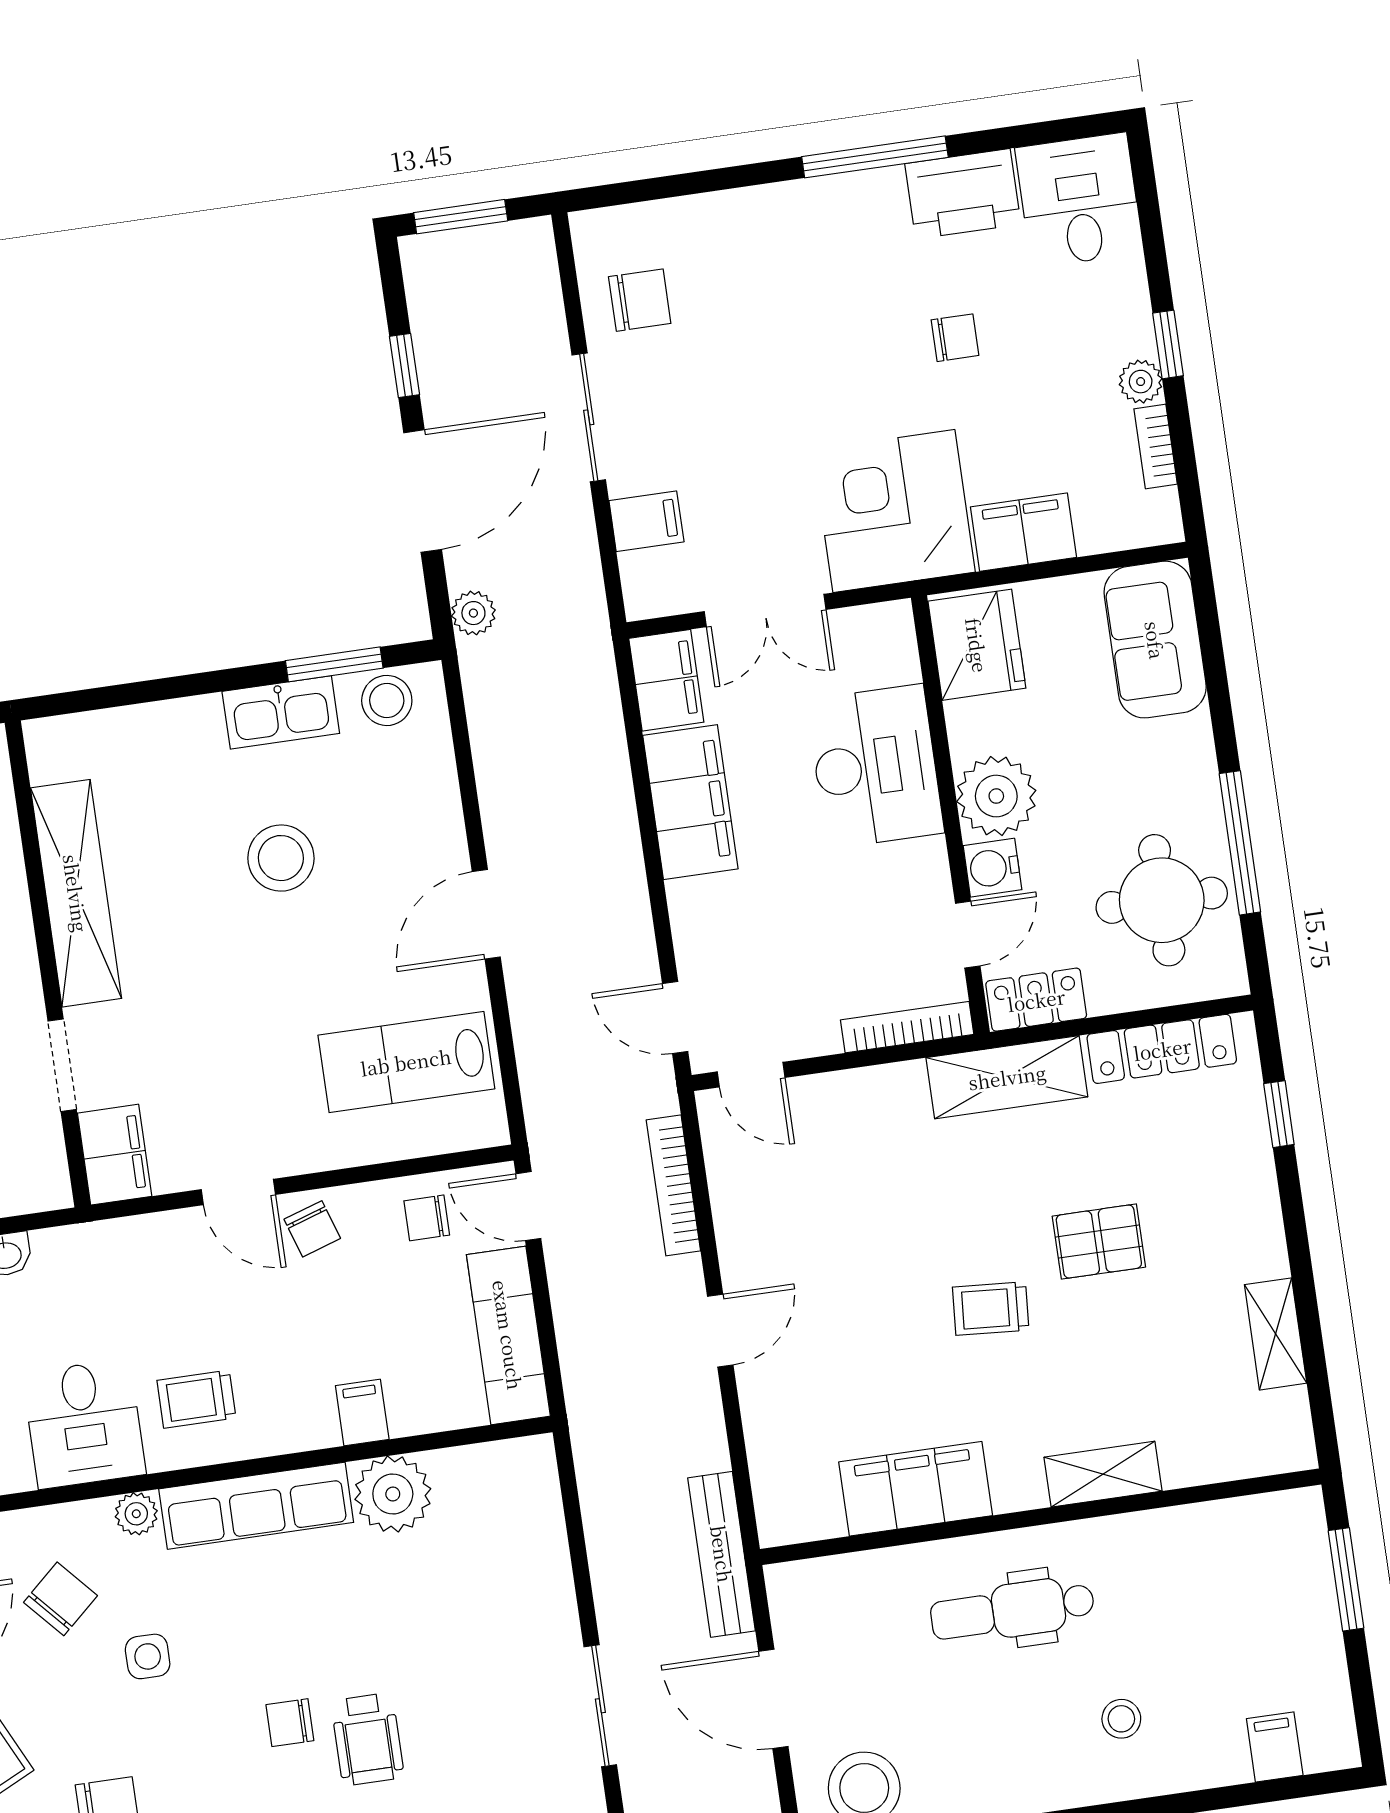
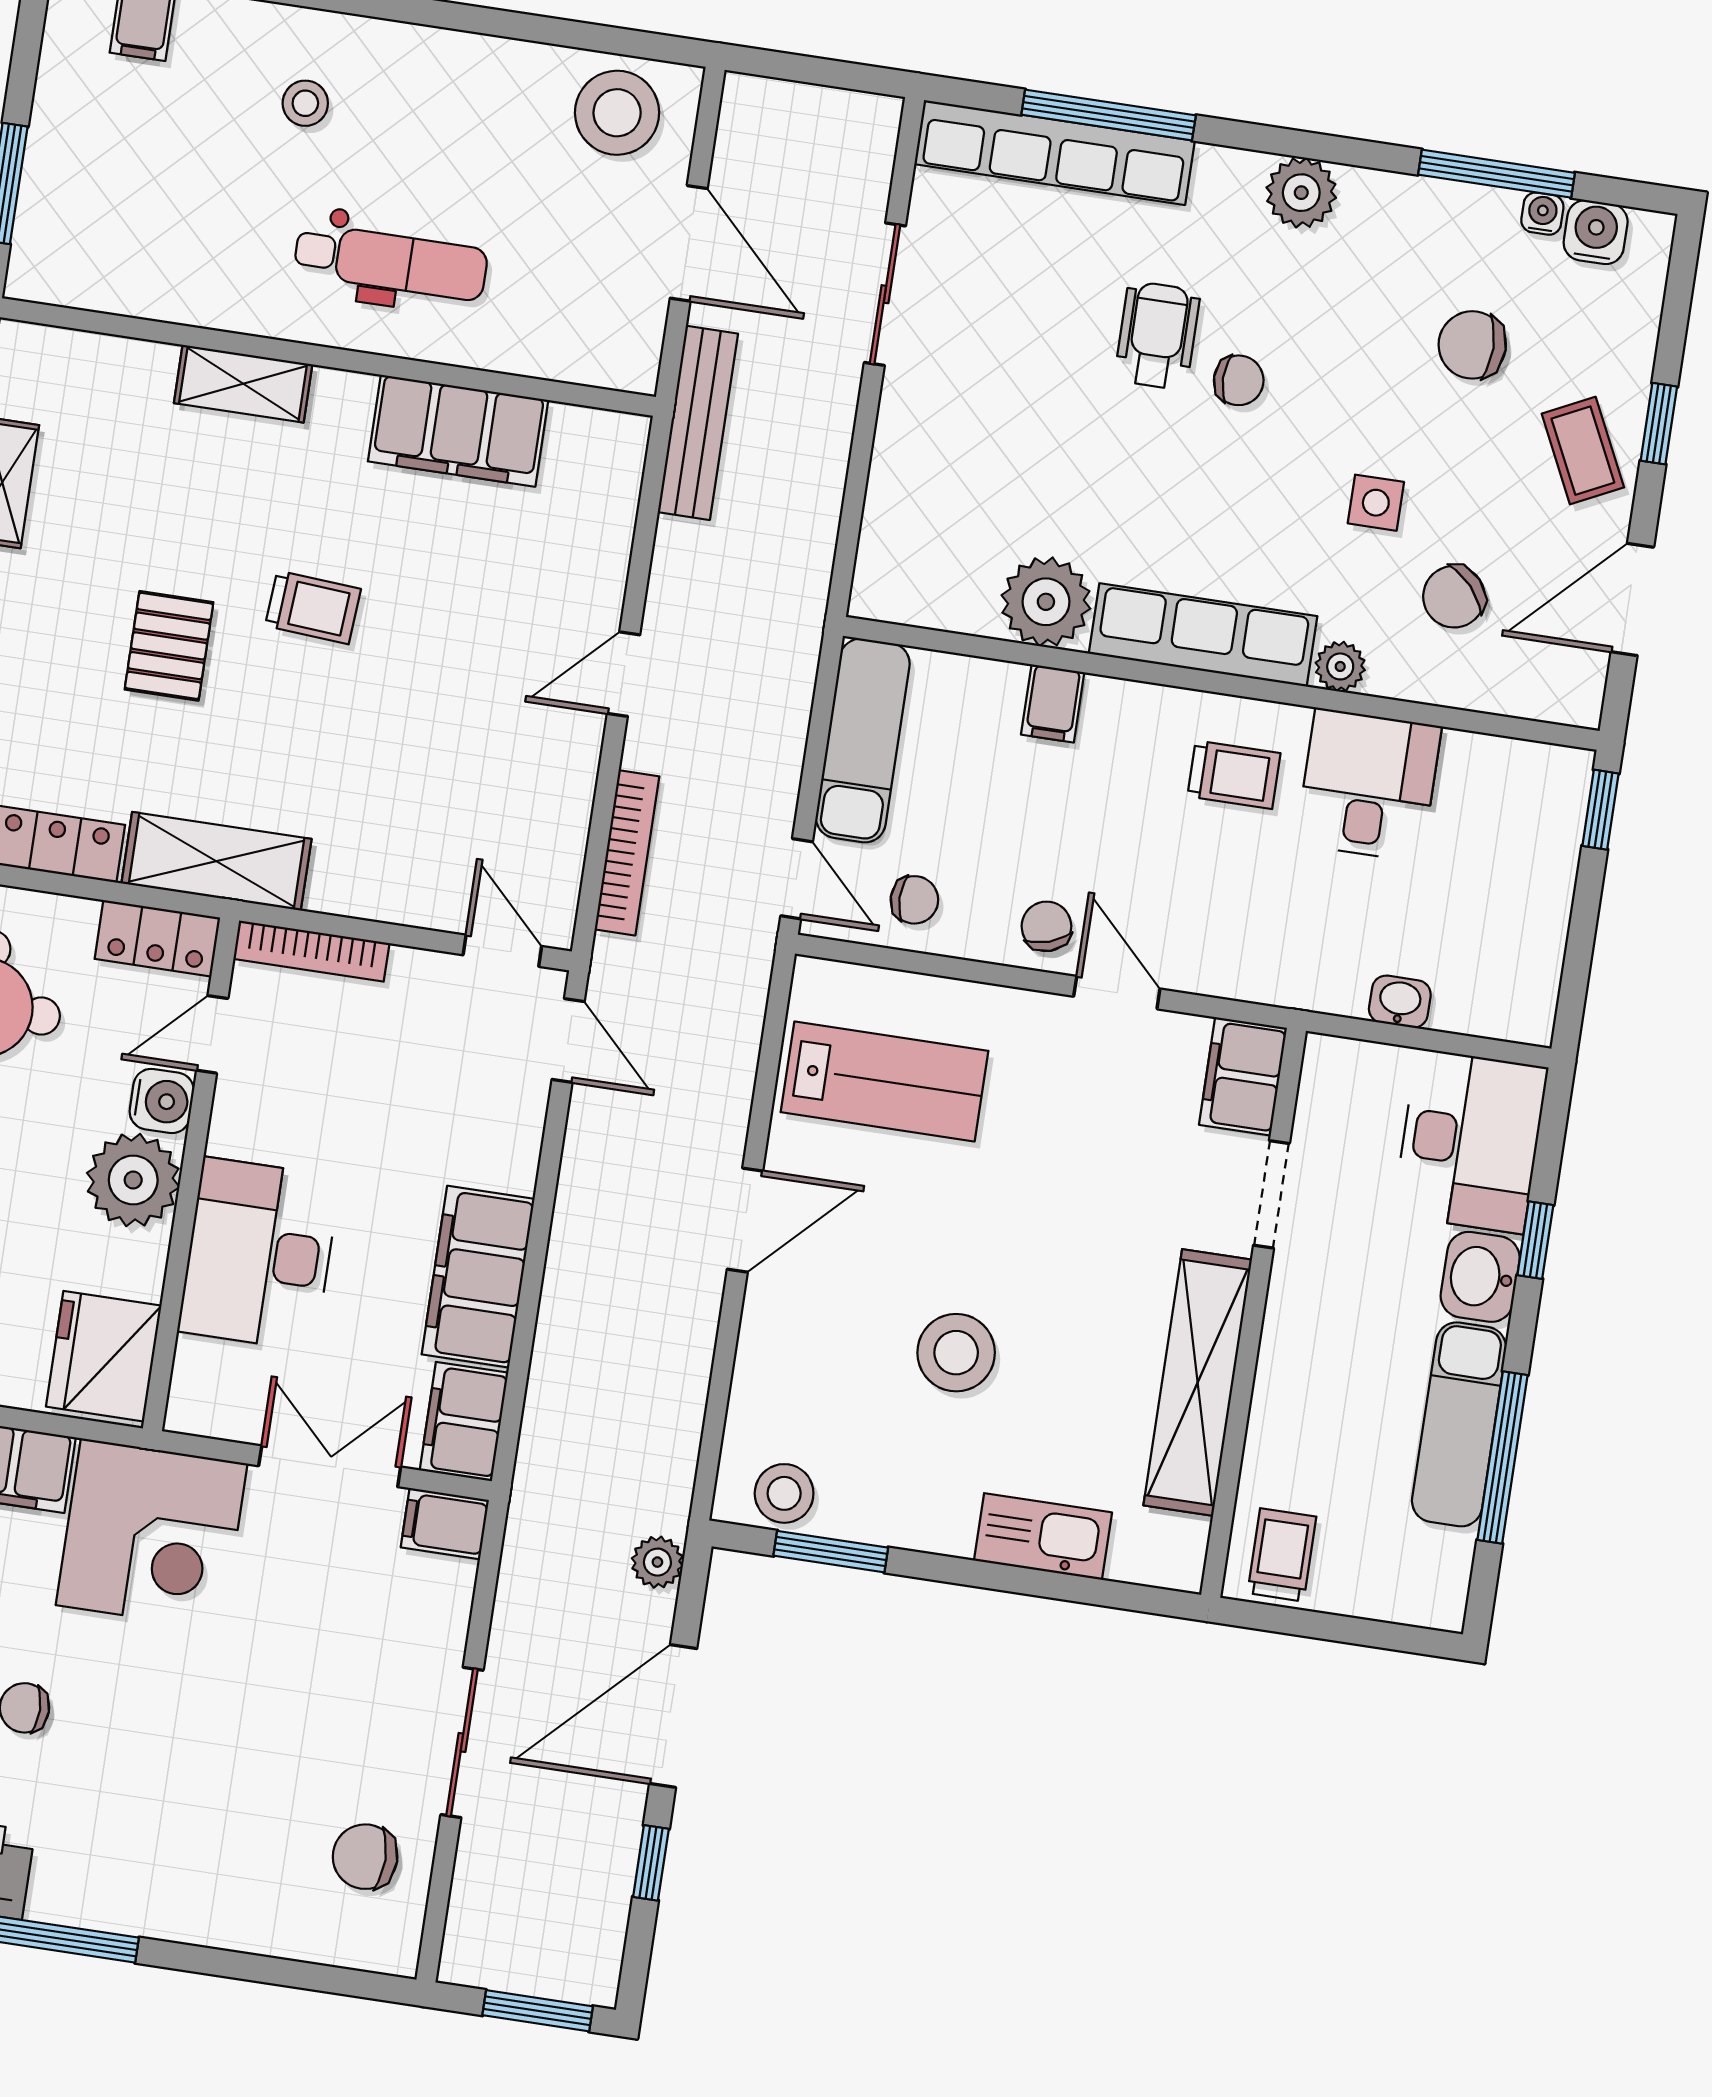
filing cabinet: (646, 521) -> (445, 1524), moved
kitchen sink: (281, 712) -> (1043, 1536), moved
pallet: (1099, 1242) -> (169, 646), turned 90

